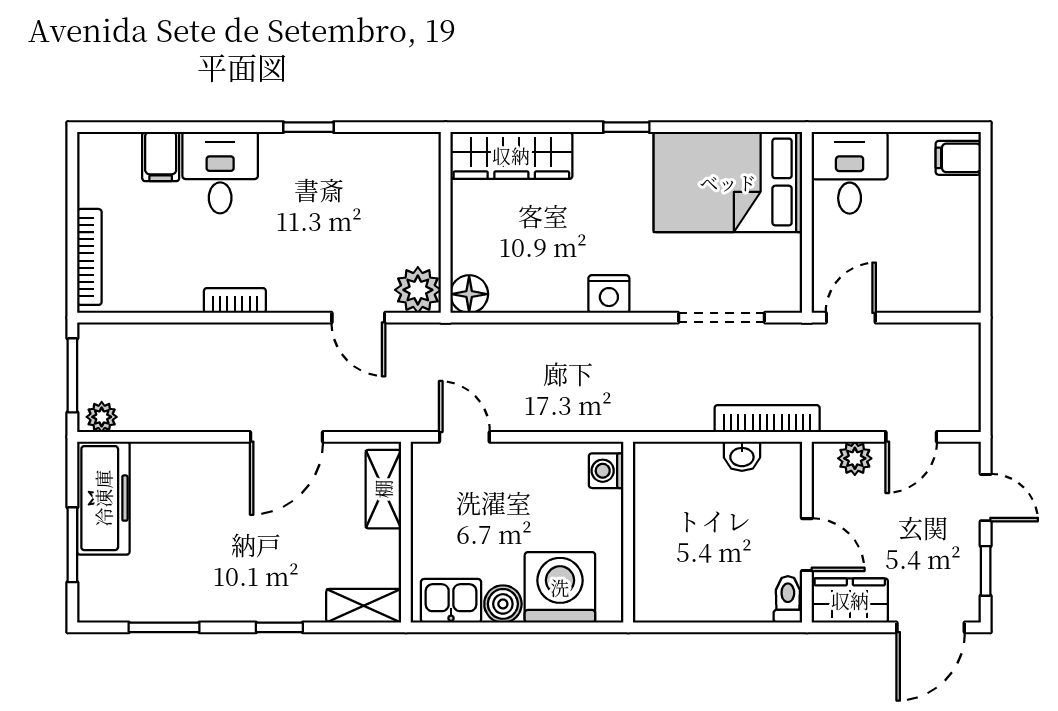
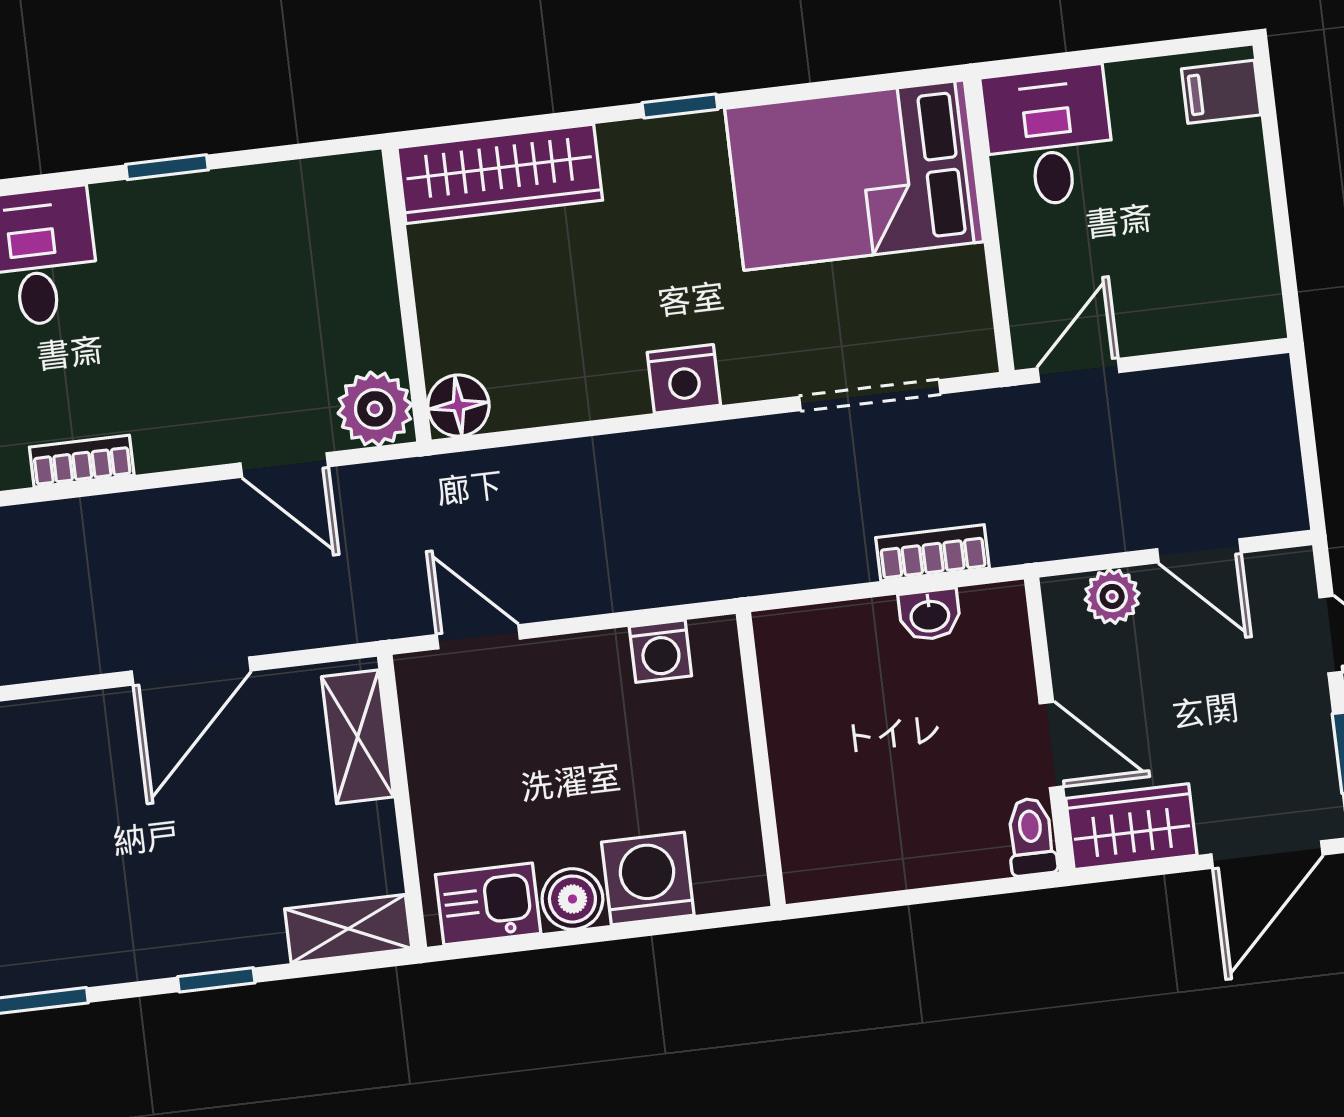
bookcase: (767, 419) -> (932, 553), width x0.64
door: (911, 437) -> (1199, 551), hinge flipped
washing machine: (606, 471) -> (660, 651), moved, turned -90
washing machine: (560, 587) -> (648, 879), width x0.73, depth x0.73

